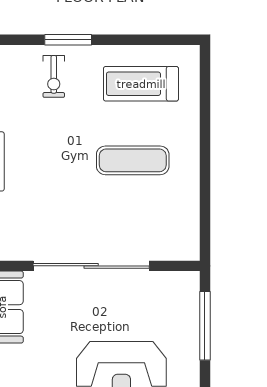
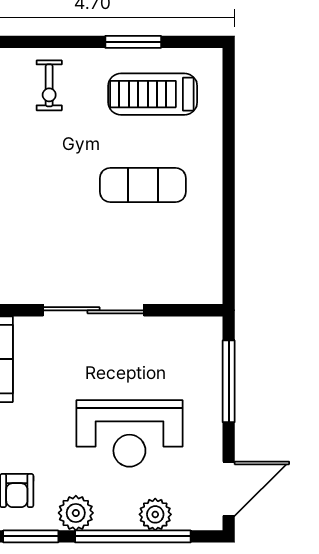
window: (68, 40) -> (133, 42), moved
sliding door: (91, 266) -> (93, 310), width x0.73

